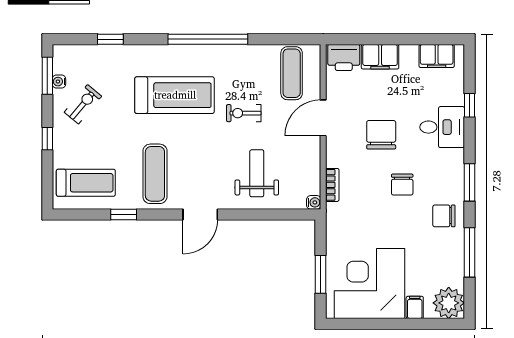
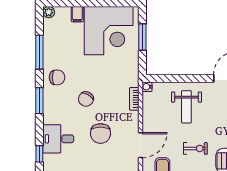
chair: (402, 185) -> (86, 99), turned -150
plant: (449, 303) -> (49, 12), width x0.53, depth x0.53

